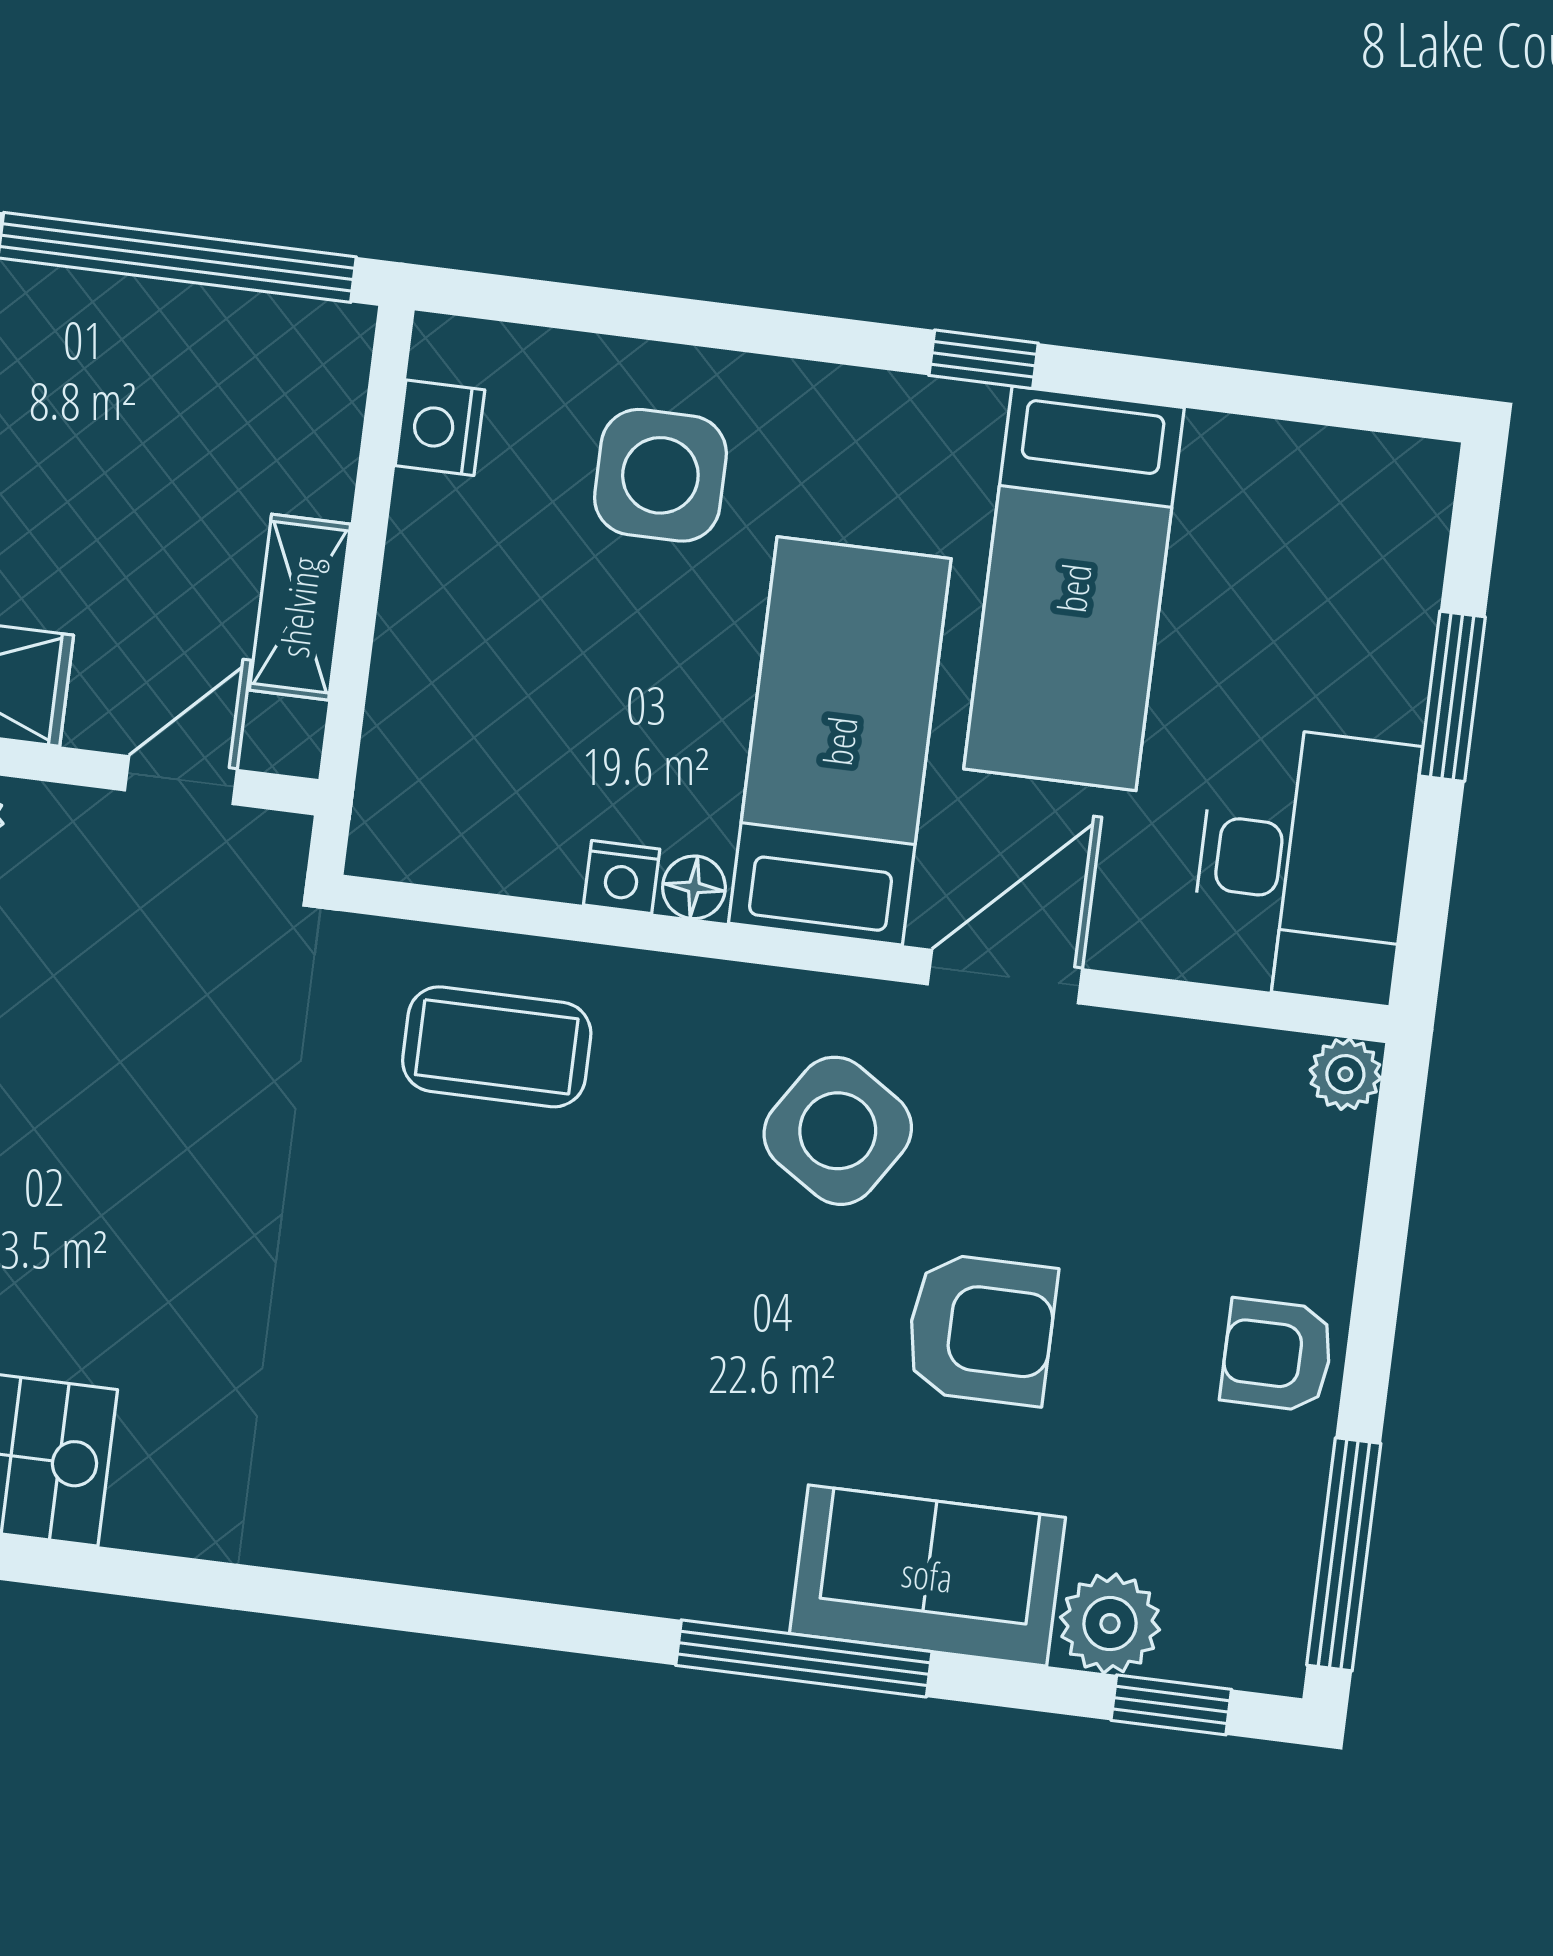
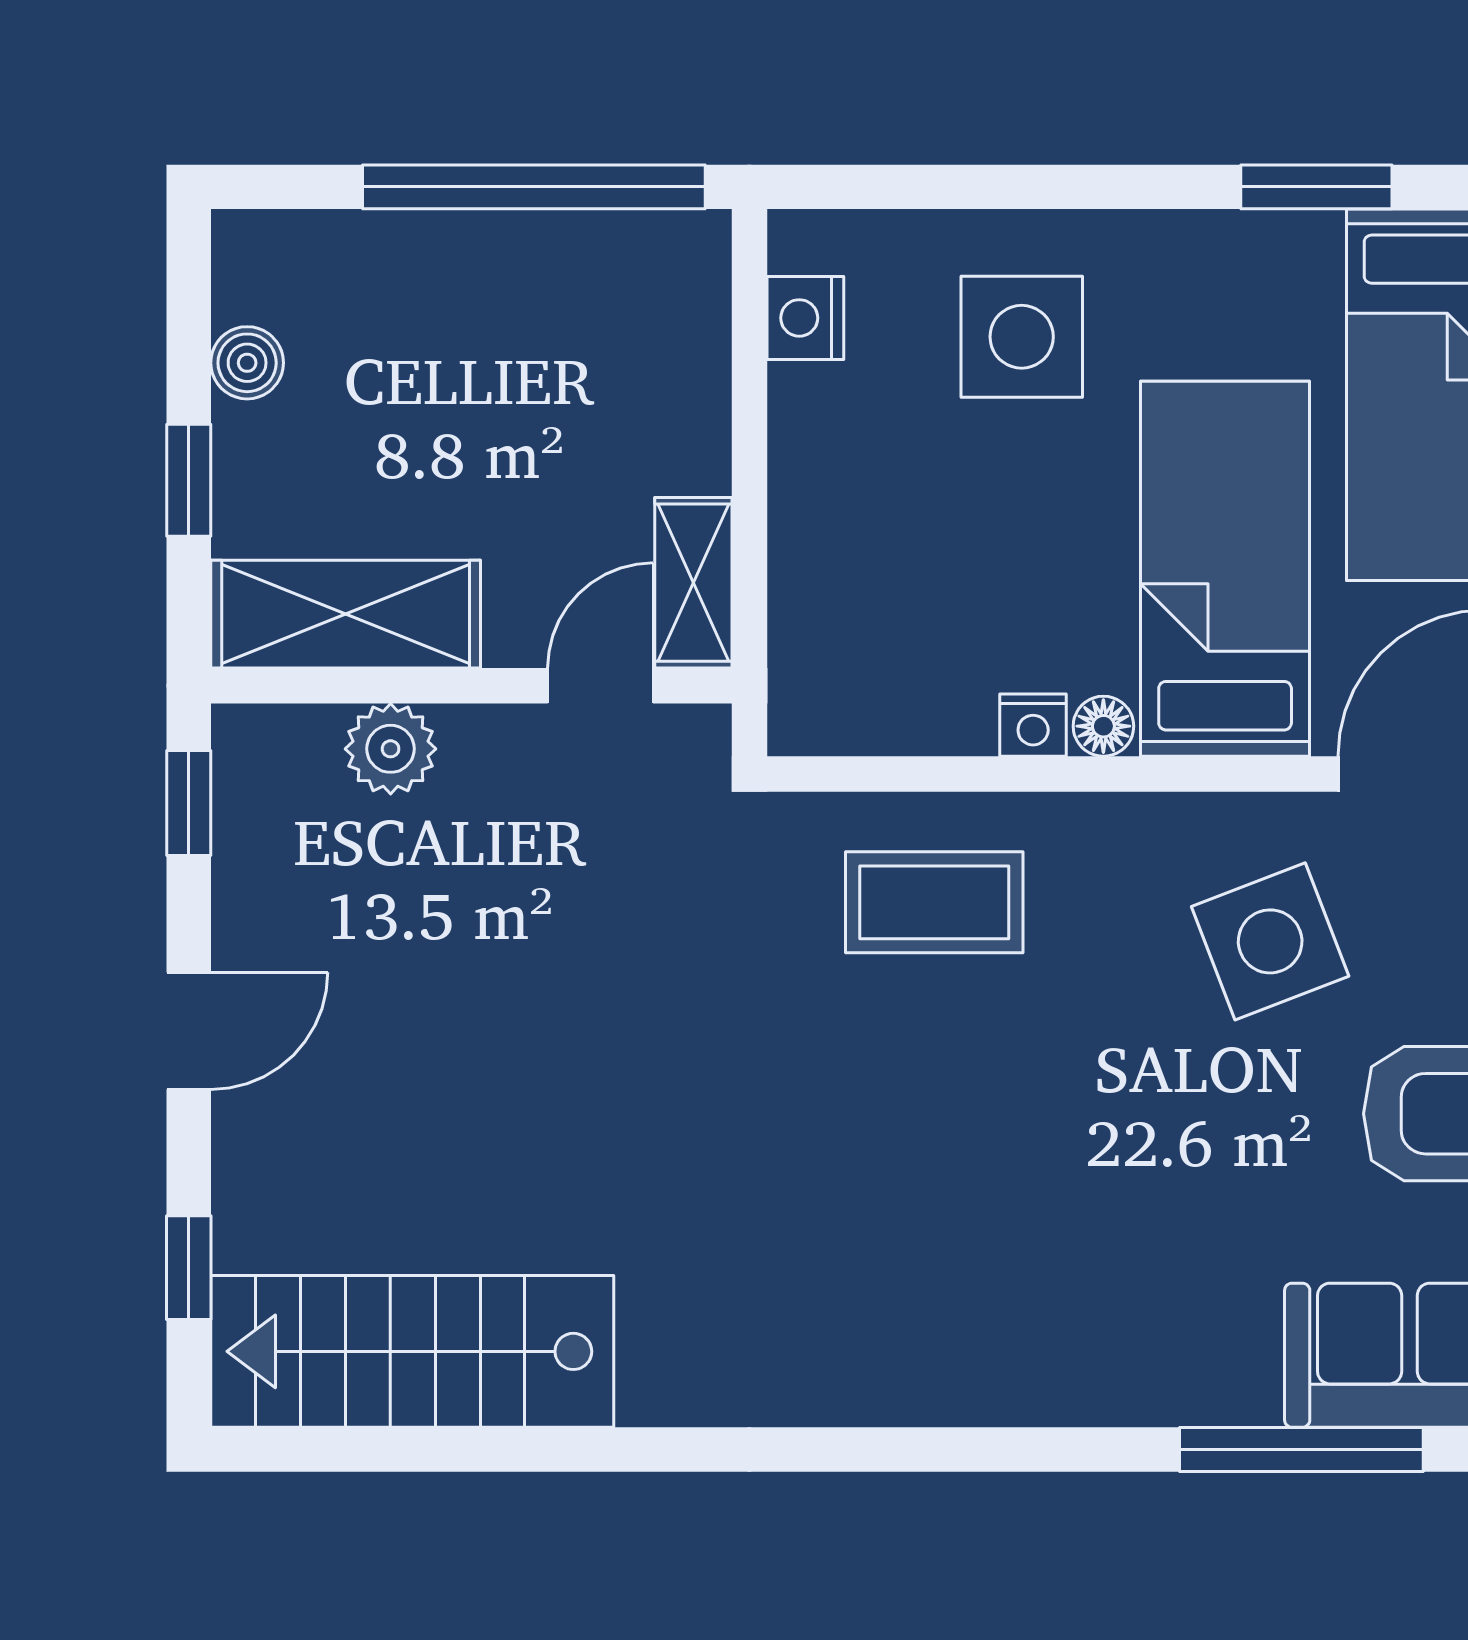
window: (984, 359) -> (1316, 187), width x1.50
shelving: (300, 607) -> (693, 583), moved
side table: (838, 1131) -> (1270, 941), turned 36

